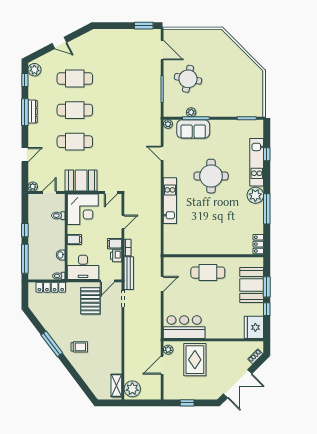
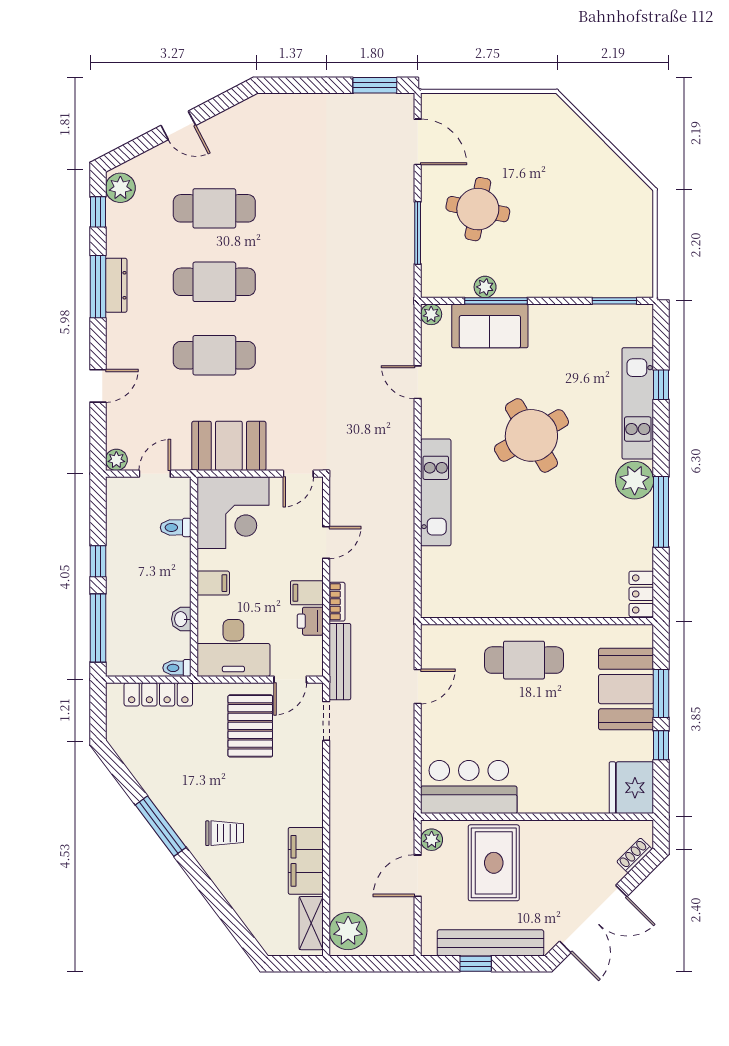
round table: (211, 176) -> (531, 435), turned -30
filing cabinet: (114, 359) -> (306, 861), added
bench: (193, 394) -> (490, 943), added

